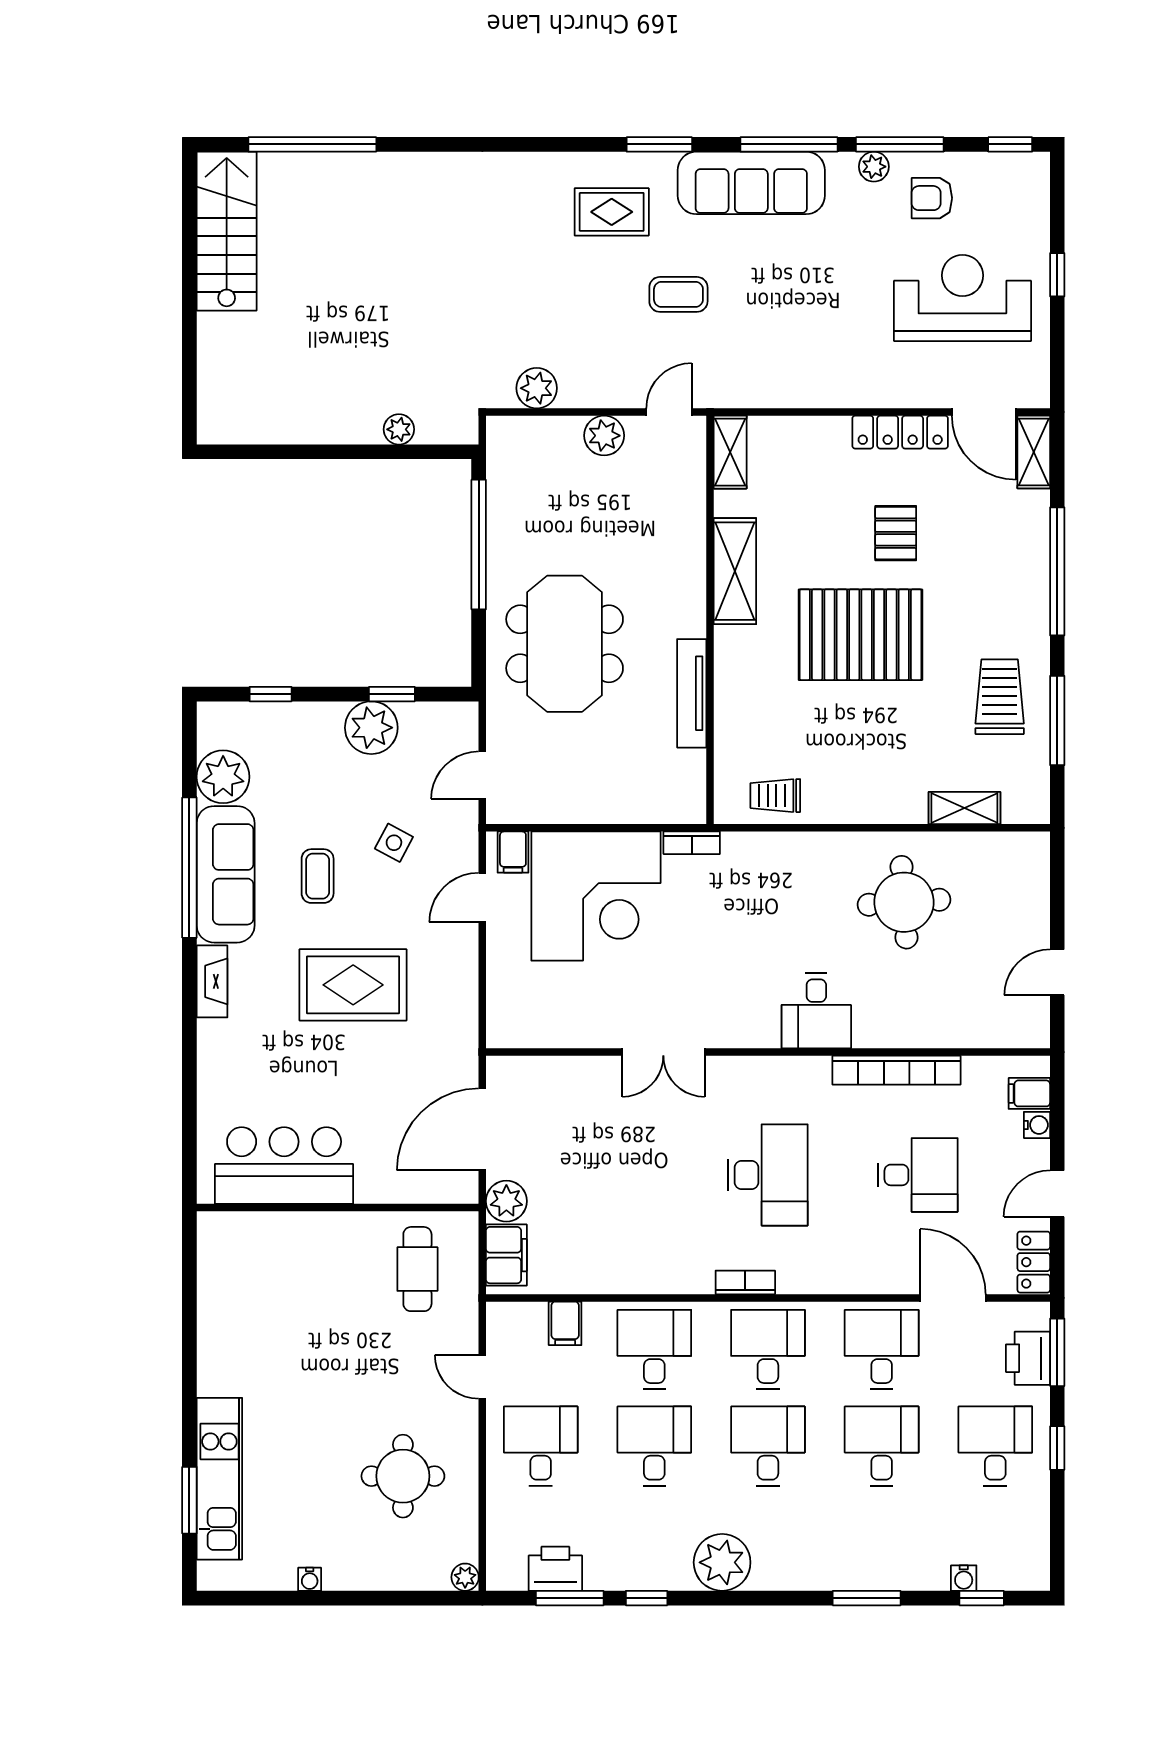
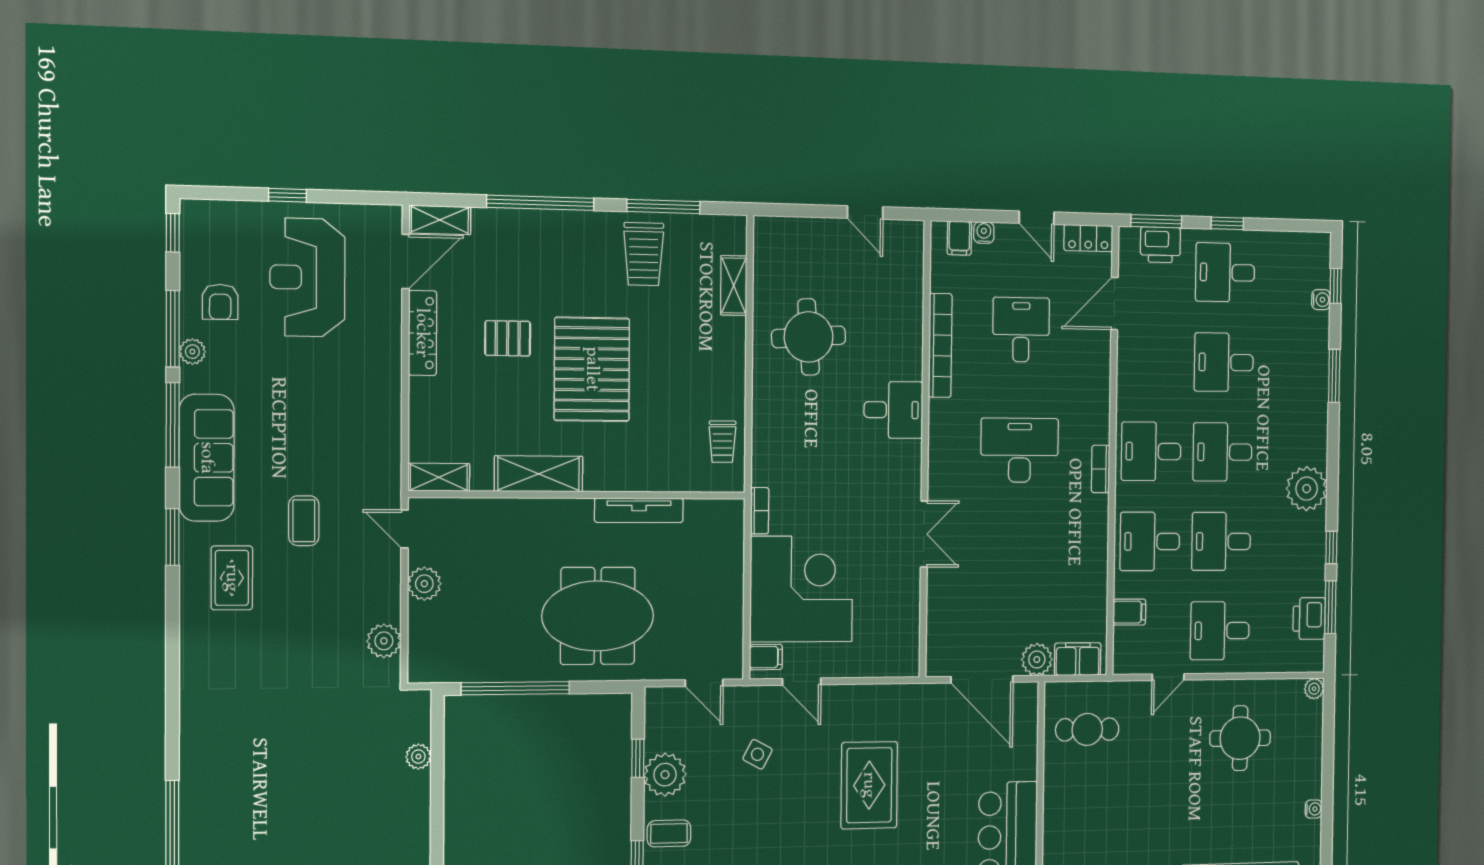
trolley: (1000, 697) -> (644, 254), turned -90
coffee table: (318, 876) -> (669, 833), moved
desk: (882, 1350) -> (1152, 361), removed

